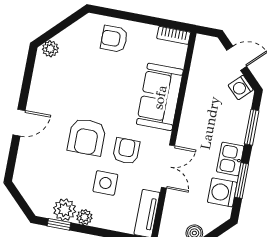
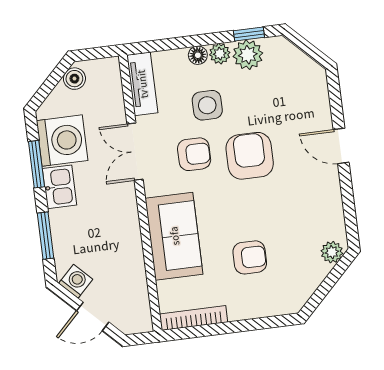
bookcase: (174, 35) -> (194, 318), width x1.56
armchair: (114, 39) -> (250, 257), moved
door: (19, 123) -> (341, 146), hinge flipped
armchair: (126, 151) -> (194, 154), turned -90
washing machine: (222, 192) -> (62, 141), width x1.37, depth x1.37
floor lamp: (101, 221) -> (198, 55), added

